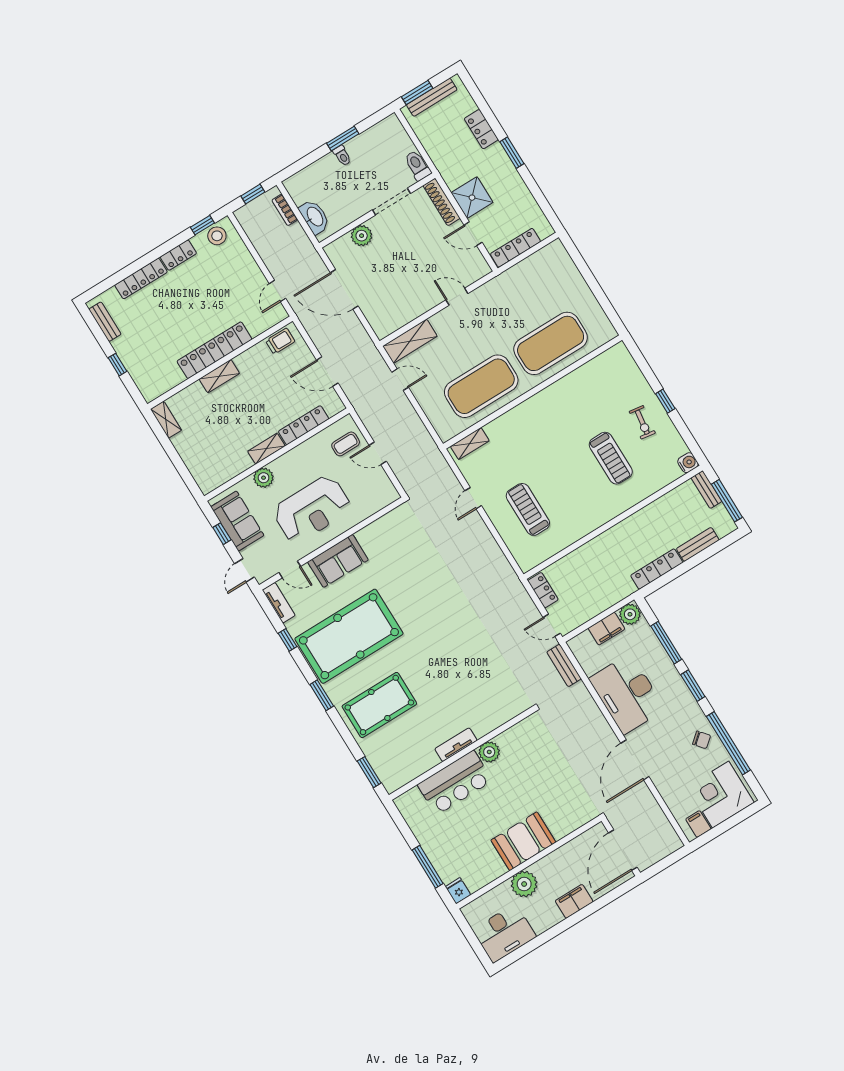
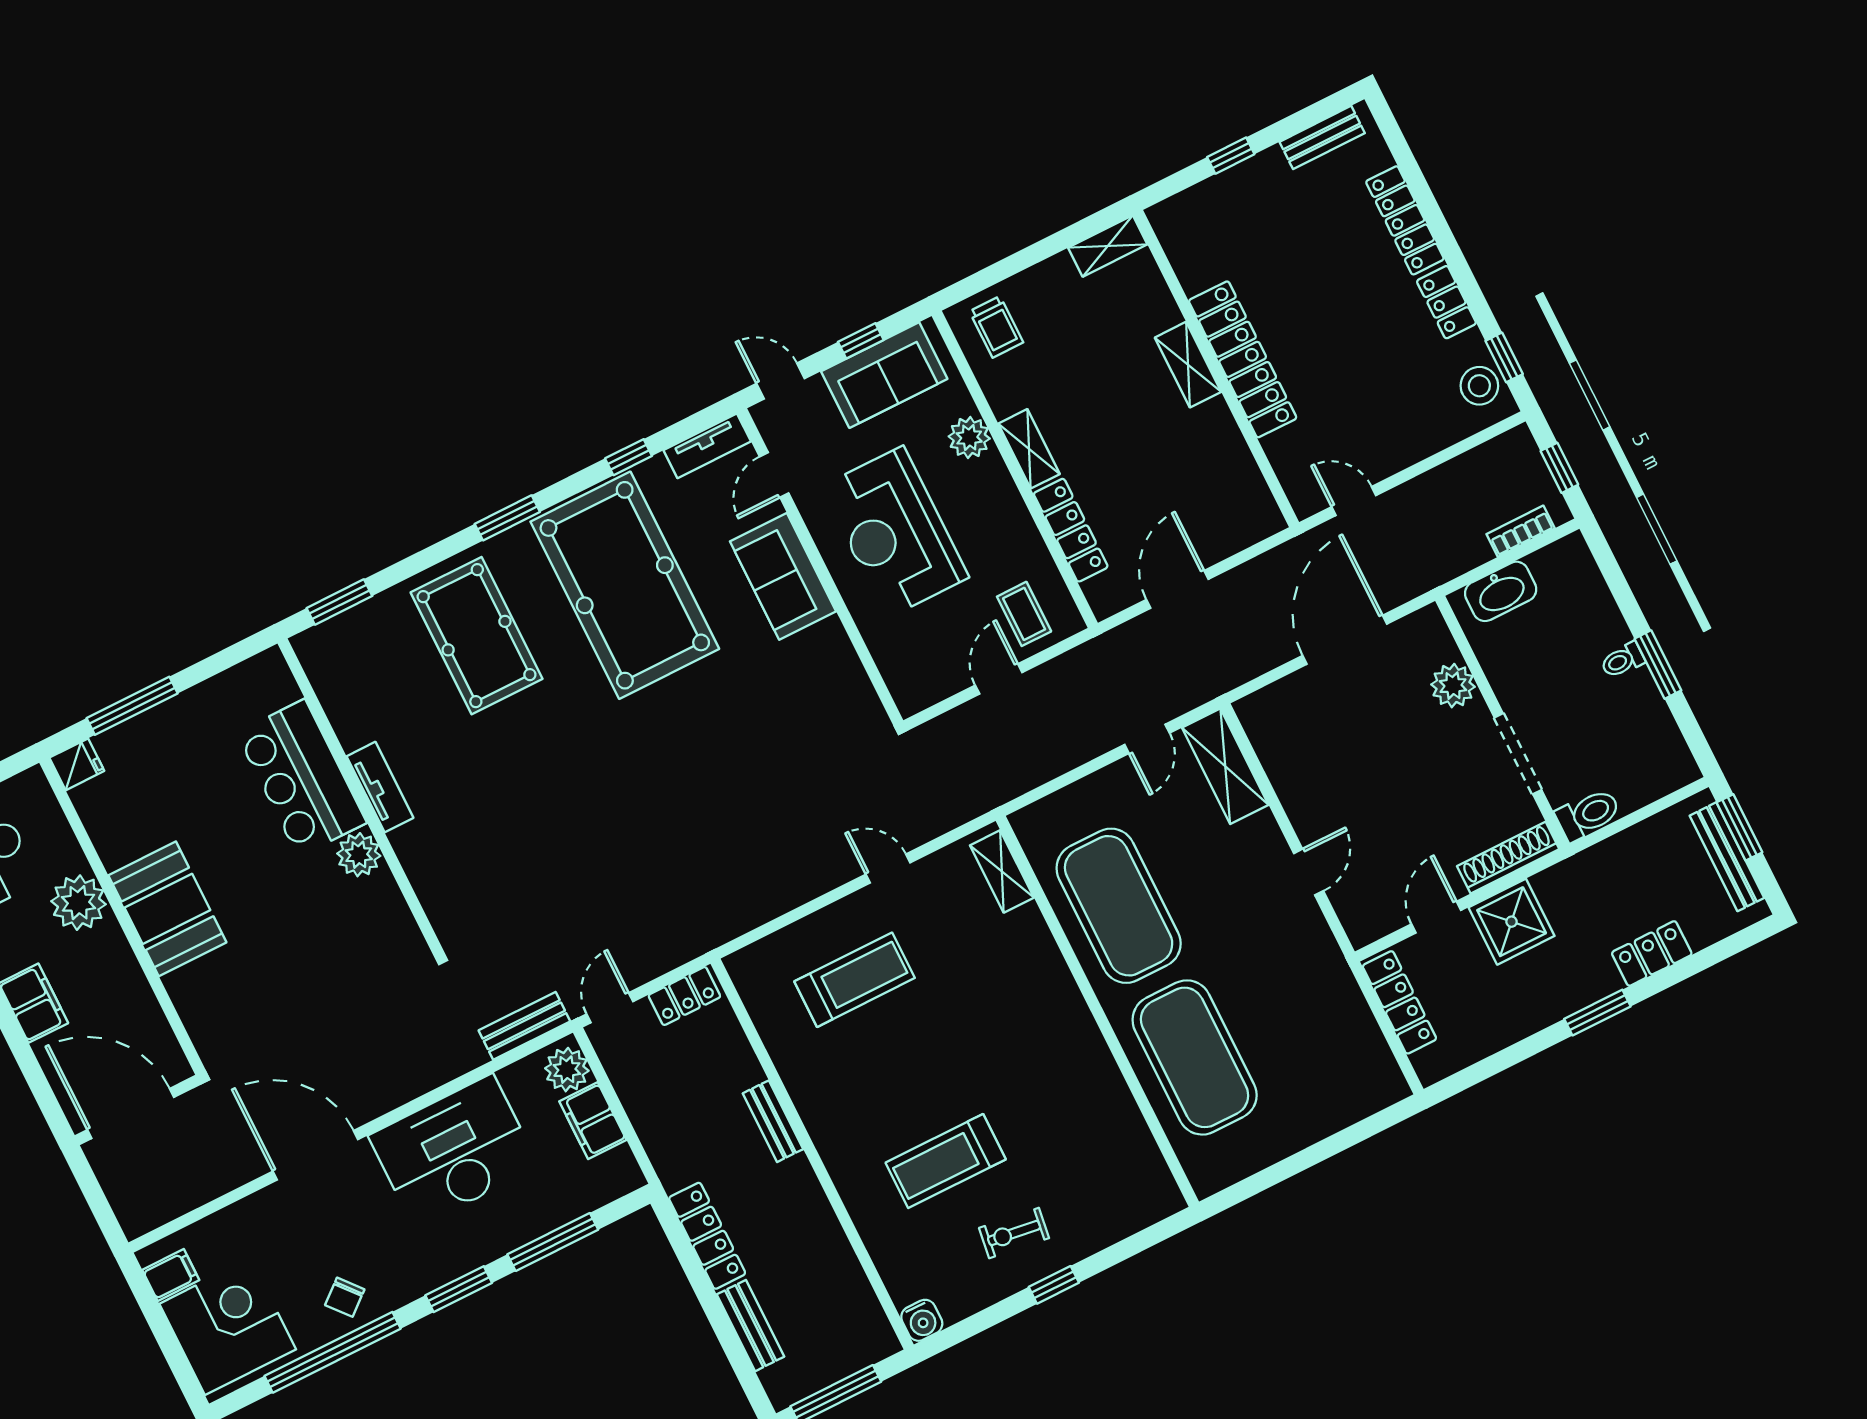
trolley: (280, 341) -> (996, 327), moved
bench: (706, 490) -> (773, 1121), moved, turned 90
plant: (630, 614) -> (567, 1070), moved

